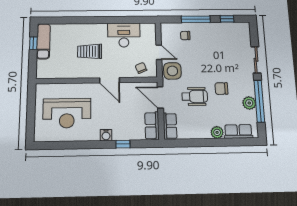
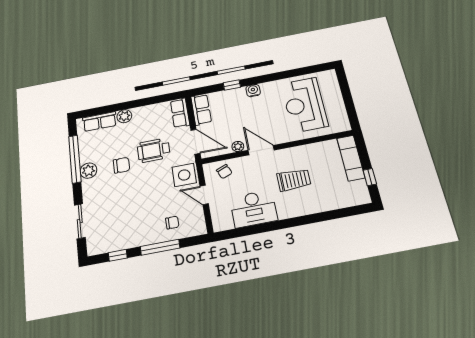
exam couch: (43, 41) -> (351, 158), moved
sliding door: (256, 60) -> (80, 221), moved
plant: (127, 87) -> (238, 146), added
plant: (249, 103) -> (88, 171), moved
reception desk: (67, 113) -> (304, 105), turned -90

